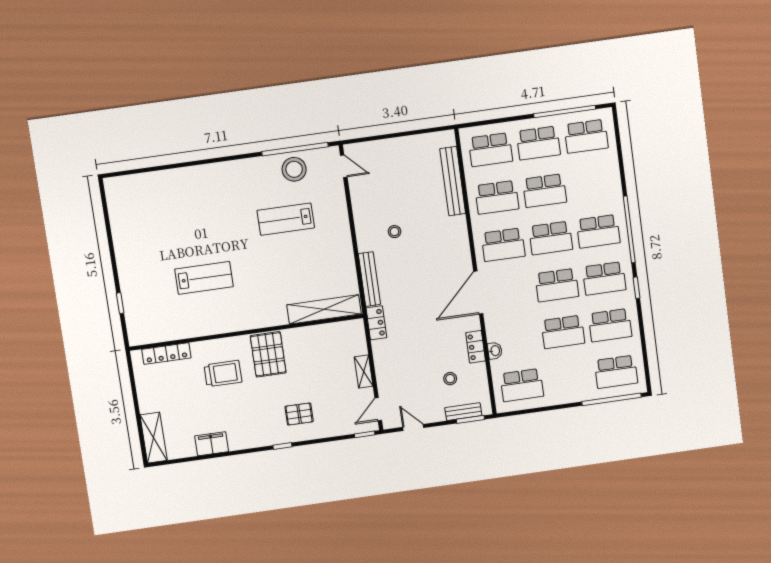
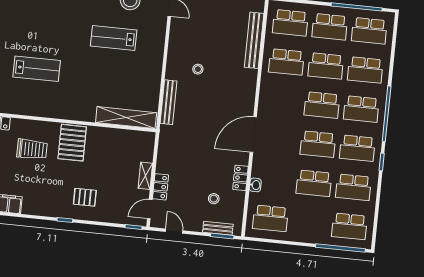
school desk: (503, 245) -> (365, 70), moved
locker: (376, 323) -> (161, 187), moved

